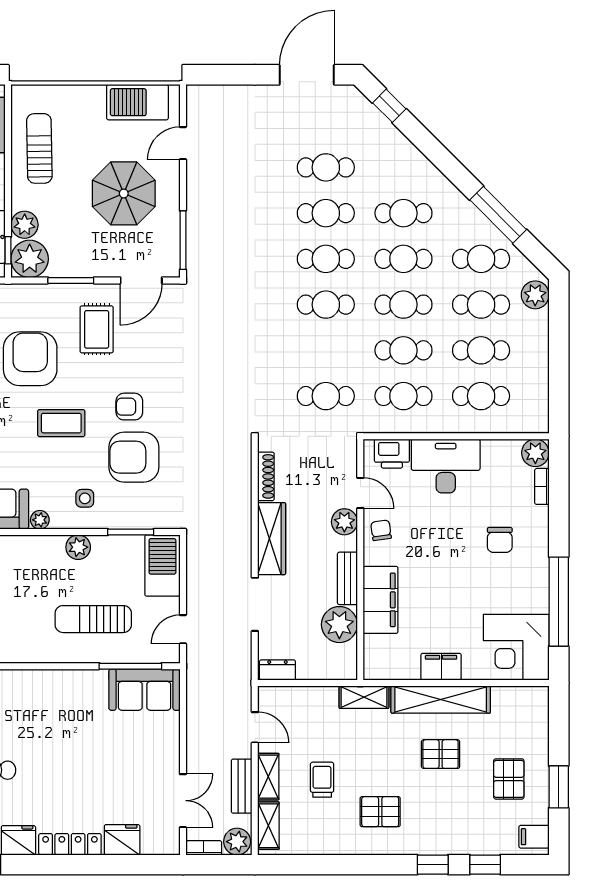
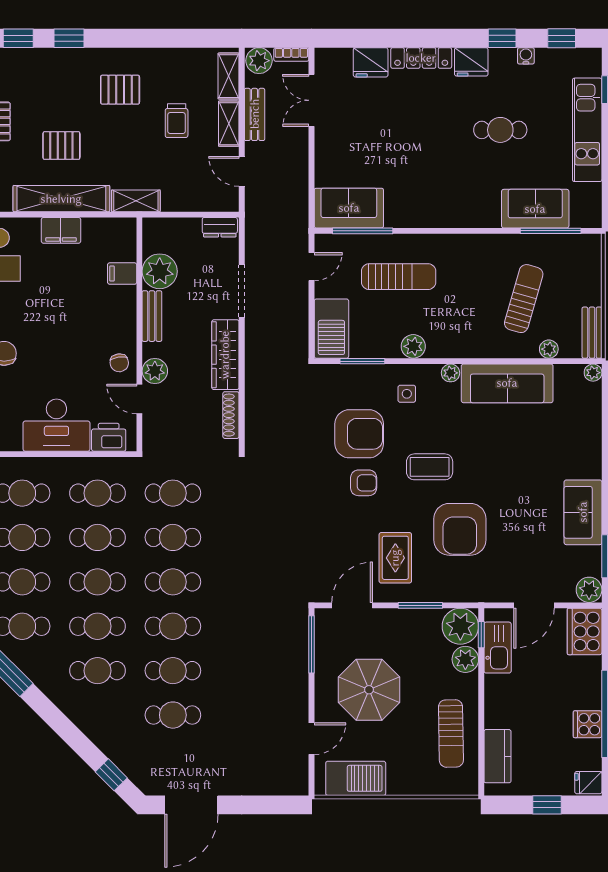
cafe table: (326, 350) -> (173, 537), added
filing cabinet: (381, 600) -> (122, 274), width x0.33, depth x0.86

